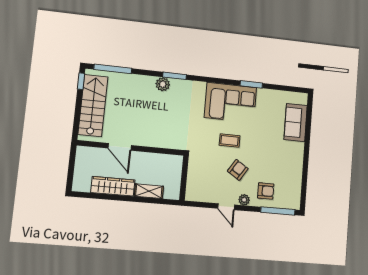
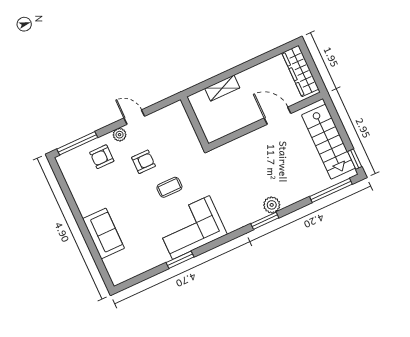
sofa: (296, 123) -> (103, 234), moved
armchair: (238, 170) -> (144, 162), turned -123
wardrobe: (113, 186) -> (300, 71), moved, turned 90

